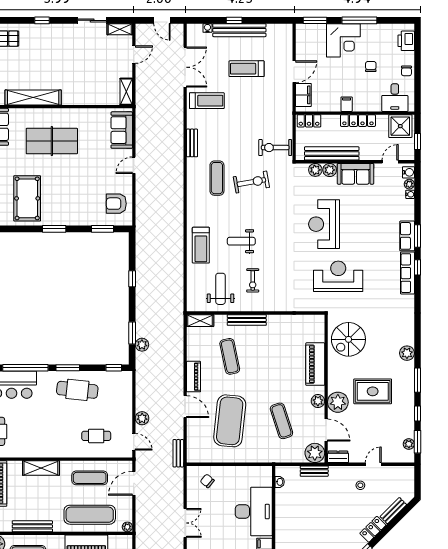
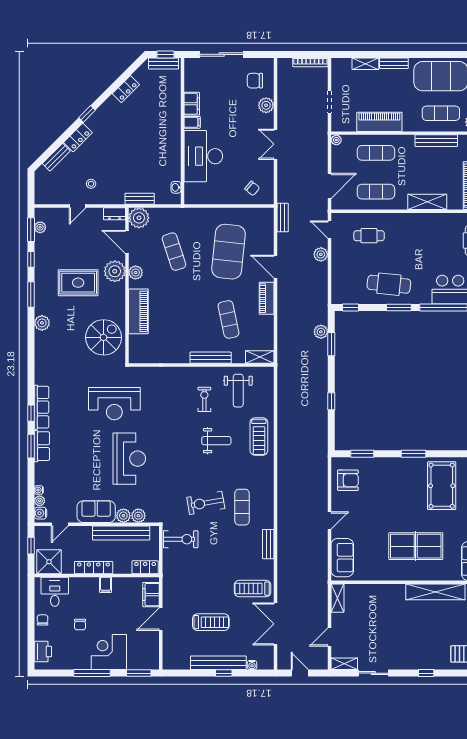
treadmill: (201, 245) -> (259, 436), turned 180
exercise mat: (90, 515) -> (376, 153), width x0.73, depth x0.69

